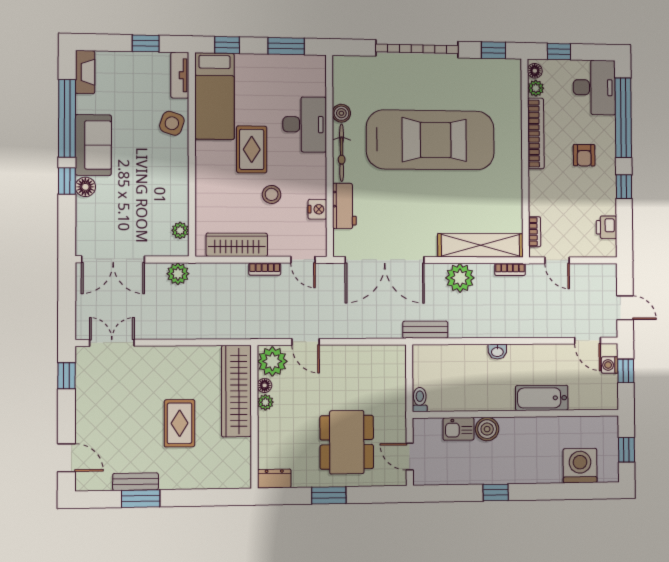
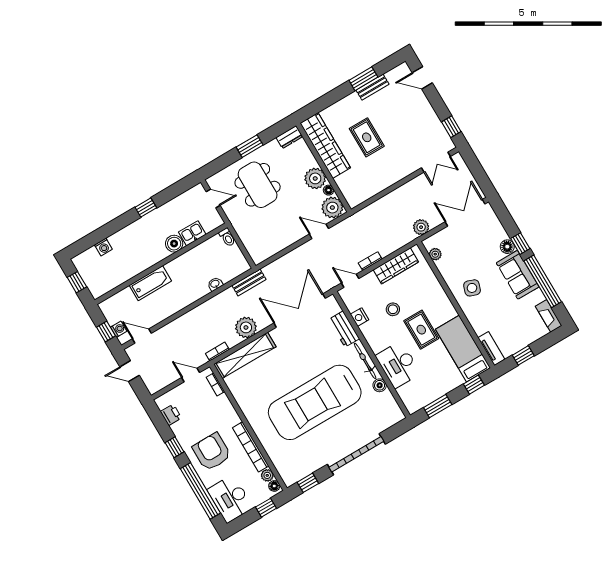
side table: (172, 123) -> (472, 288), moved
armchair: (584, 155) -> (212, 452), width x1.88, depth x1.88
washbasin: (497, 352) -> (215, 284), moved
wardrobe: (236, 391) -> (325, 146), moved
plant: (265, 402) -> (315, 178), width x1.87, depth x1.87
washing machine: (580, 466) -> (103, 247), width x0.53, depth x0.53

